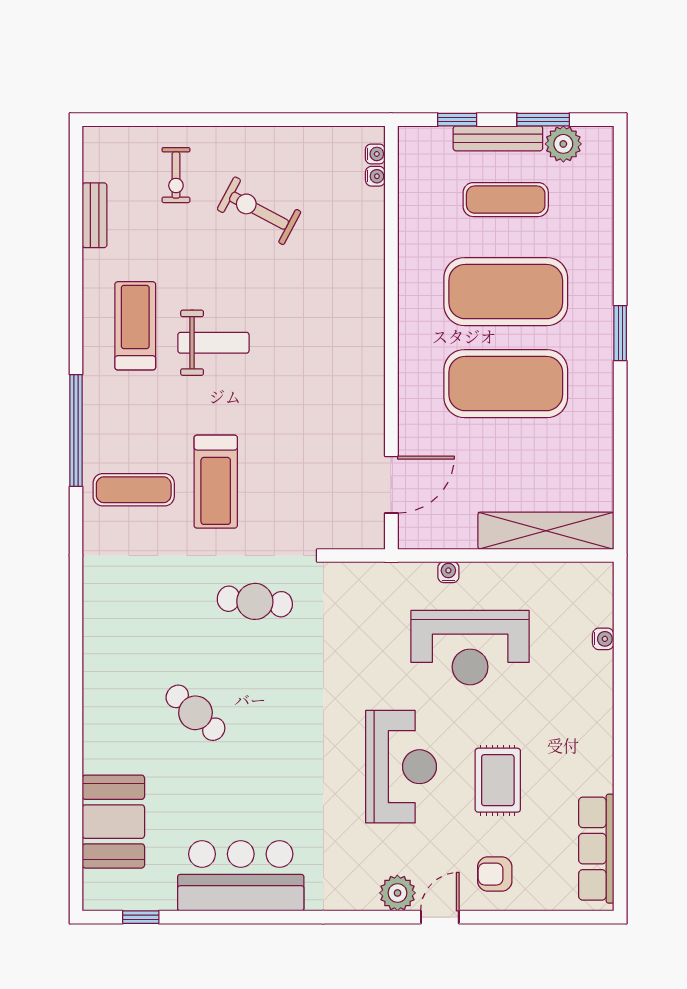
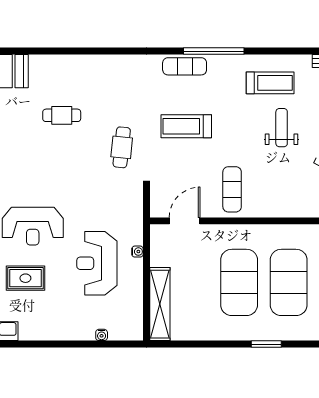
weight bench: (213, 343) -> (282, 128), moved, turned 180
exercise mat: (333, 397) -> (232, 189), added
door: (391, 485) -> (185, 221), swing flipped
exercise mat: (134, 490) -> (185, 66), moved, turned 90
cafe table: (195, 713) -> (62, 115), turned 48

